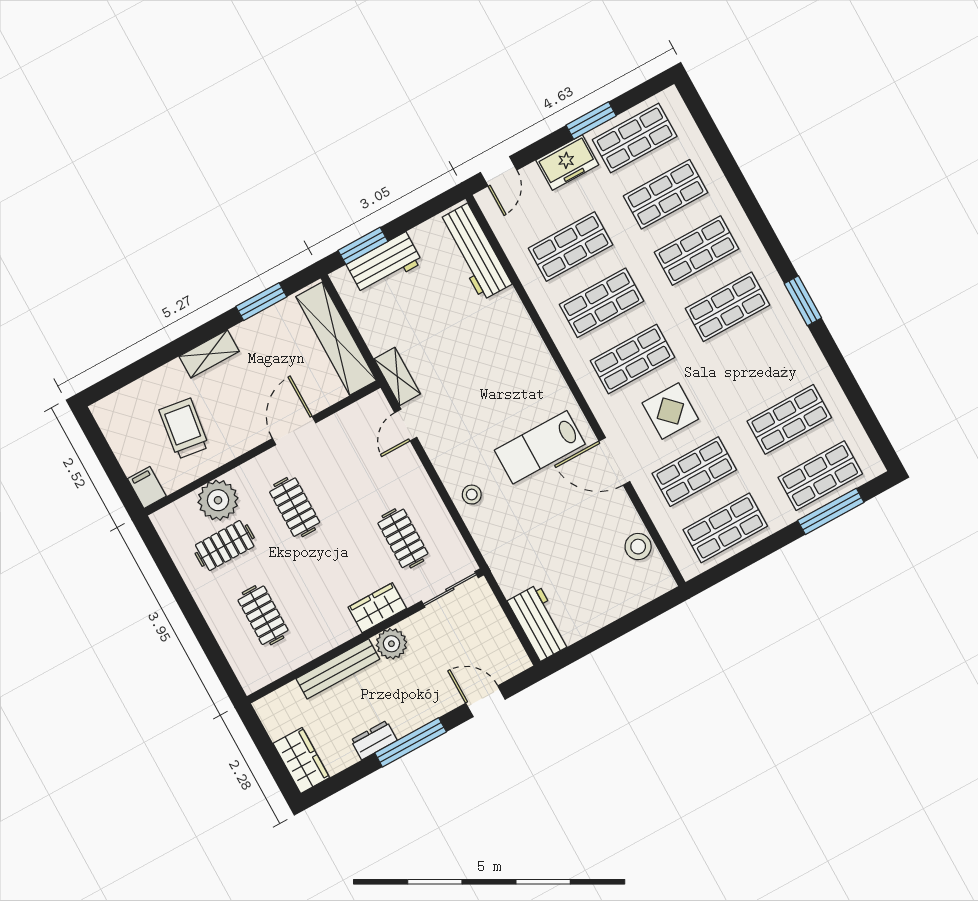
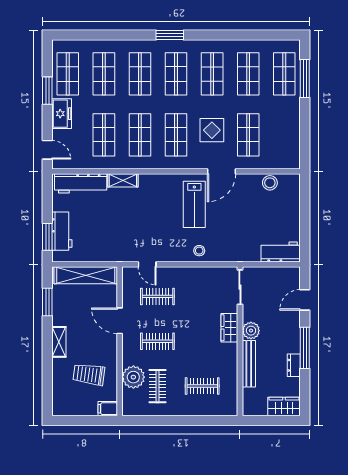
window: (803, 301) -> (170, 35), moved
shelving: (397, 376) -> (123, 180), moved
shop shelf: (725, 528) -> (212, 74), moved
clothes rail: (403, 538) -> (157, 296), moved

